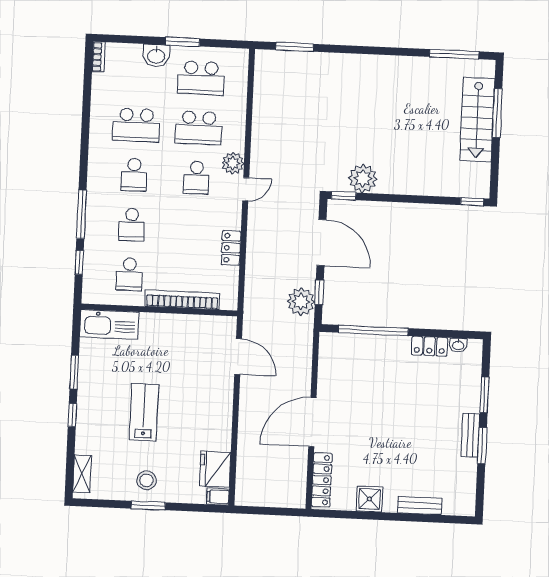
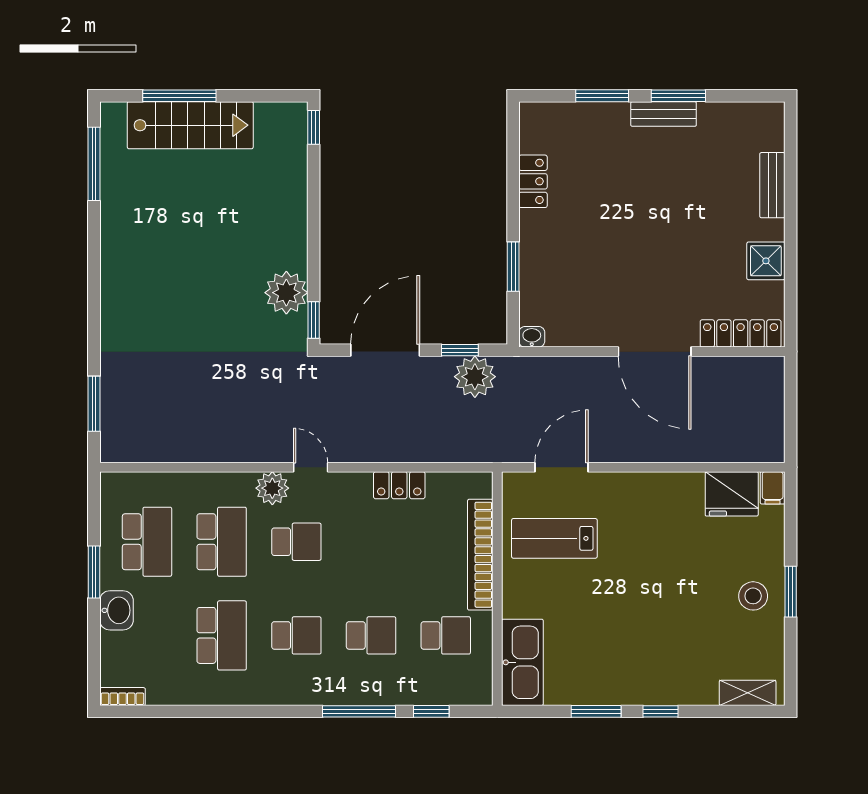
window: (373, 330) -> (513, 267), width x0.47
washbasin: (458, 345) -> (532, 337), moved, turned -90
lab bench: (144, 412) -> (554, 538), moved

